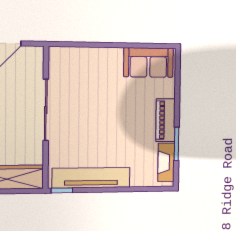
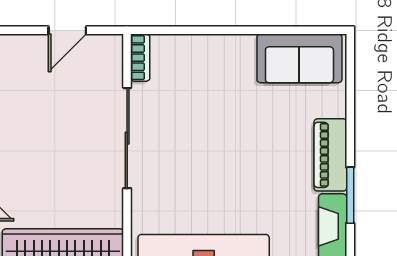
bookcase: (54, 61) -> (140, 58), added

